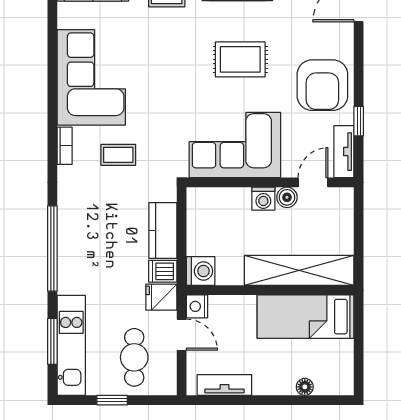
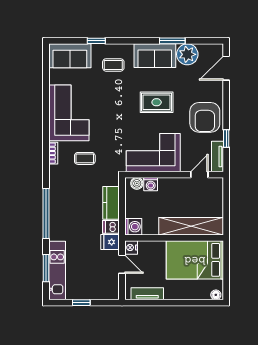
boiler: (287, 197) -> (137, 183), moved
washing machine: (263, 199) -> (151, 184), moved
bed: (306, 317) -> (195, 260), width x1.50
cafe table: (134, 357) -> (94, 277), removed
floor lamp: (305, 387) -> (216, 295), moved

